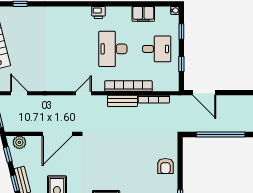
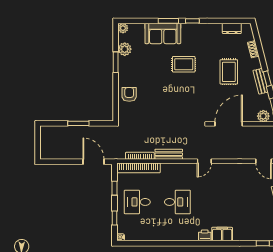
printer: (98, 13) -> (205, 235), moved
filing cabinet: (143, 14) -> (222, 234), moved
desk: (113, 49) -> (177, 202), width x0.73
bookcase: (128, 86) -> (139, 168), moved
window: (221, 134) -> (78, 123), width x0.47

